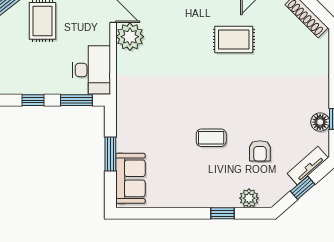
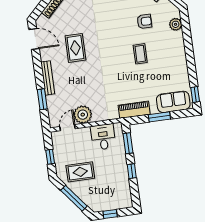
desk: (91, 70) -> (103, 137), width x0.73
piano: (126, 117) -> (134, 110), added
window: (222, 213) -> (195, 95), moved

